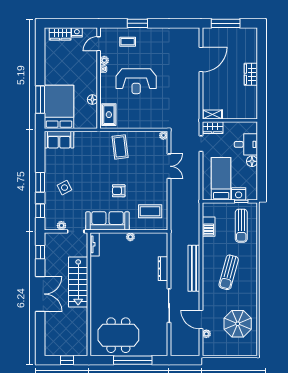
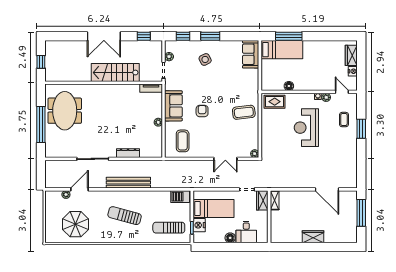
bed: (59, 107) -> (282, 50), width x0.67
sofa: (108, 221) -> (173, 106), width x0.73
barbecue: (209, 227) -> (180, 197), moved

